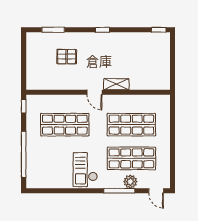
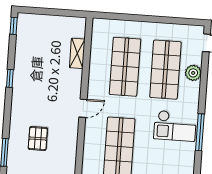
window: (102, 30) -> (10, 78), moved
shelving: (116, 84) -> (77, 53), moved
window: (119, 191) -> (200, 132), moved

